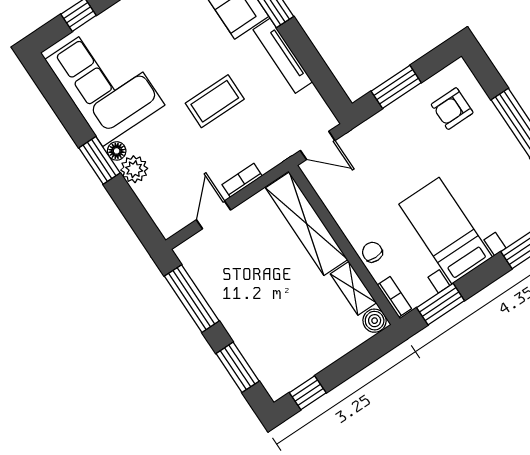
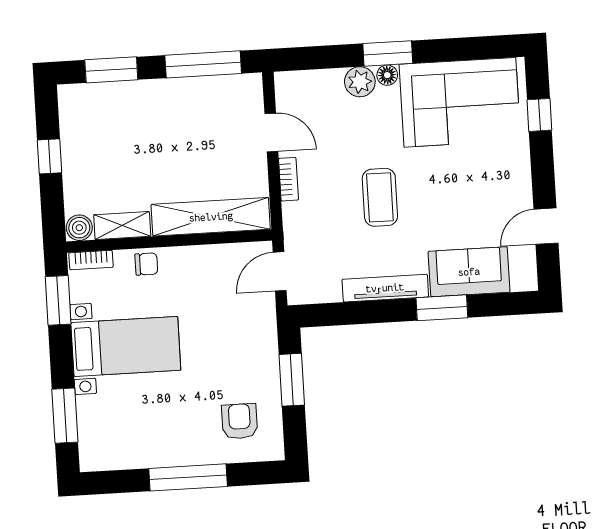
window: (308, 393) -> (50, 156), moved

